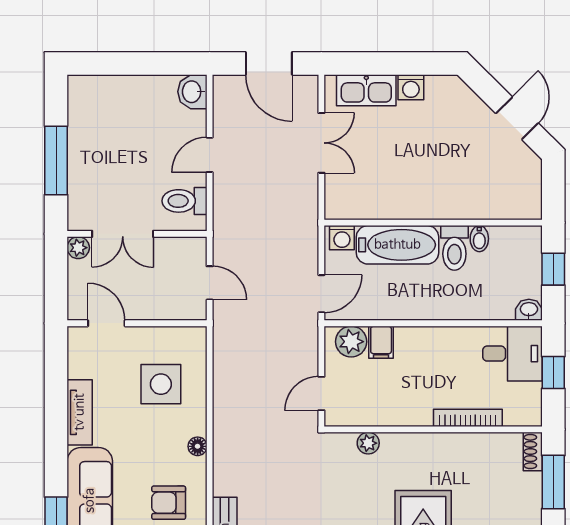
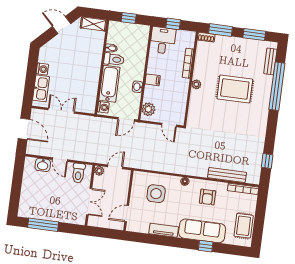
door: (269, 63) -> (24, 129), hinge flipped
washbasin: (192, 92) -> (43, 165), moved
window: (56, 160) -> (43, 225), moved
shelving: (529, 191) -> (94, 24), added
plant: (78, 248) -> (99, 171), moved
door: (321, 294) -> (126, 119), swing flipped
washbasin: (529, 310) -> (137, 87), moved
filing cabinet: (381, 342) -> (153, 80), moved
plant: (368, 443) -> (196, 84), moved

